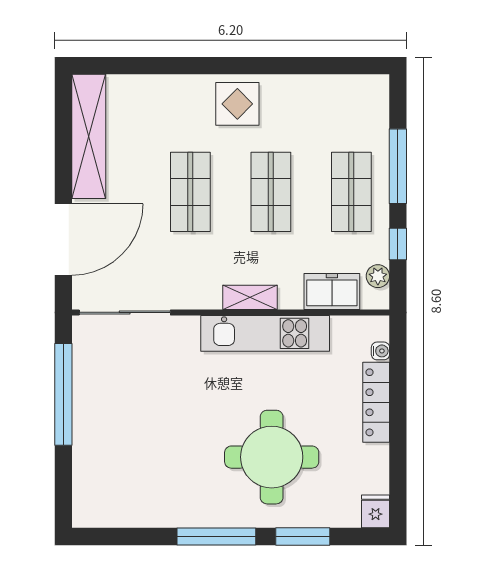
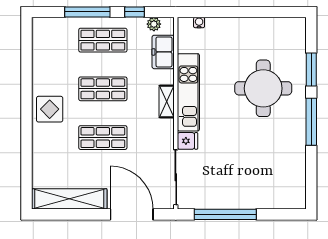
locker: (376, 402) -> (230, 25), removed
fridge: (376, 511) -> (187, 141), moved, turned 180

